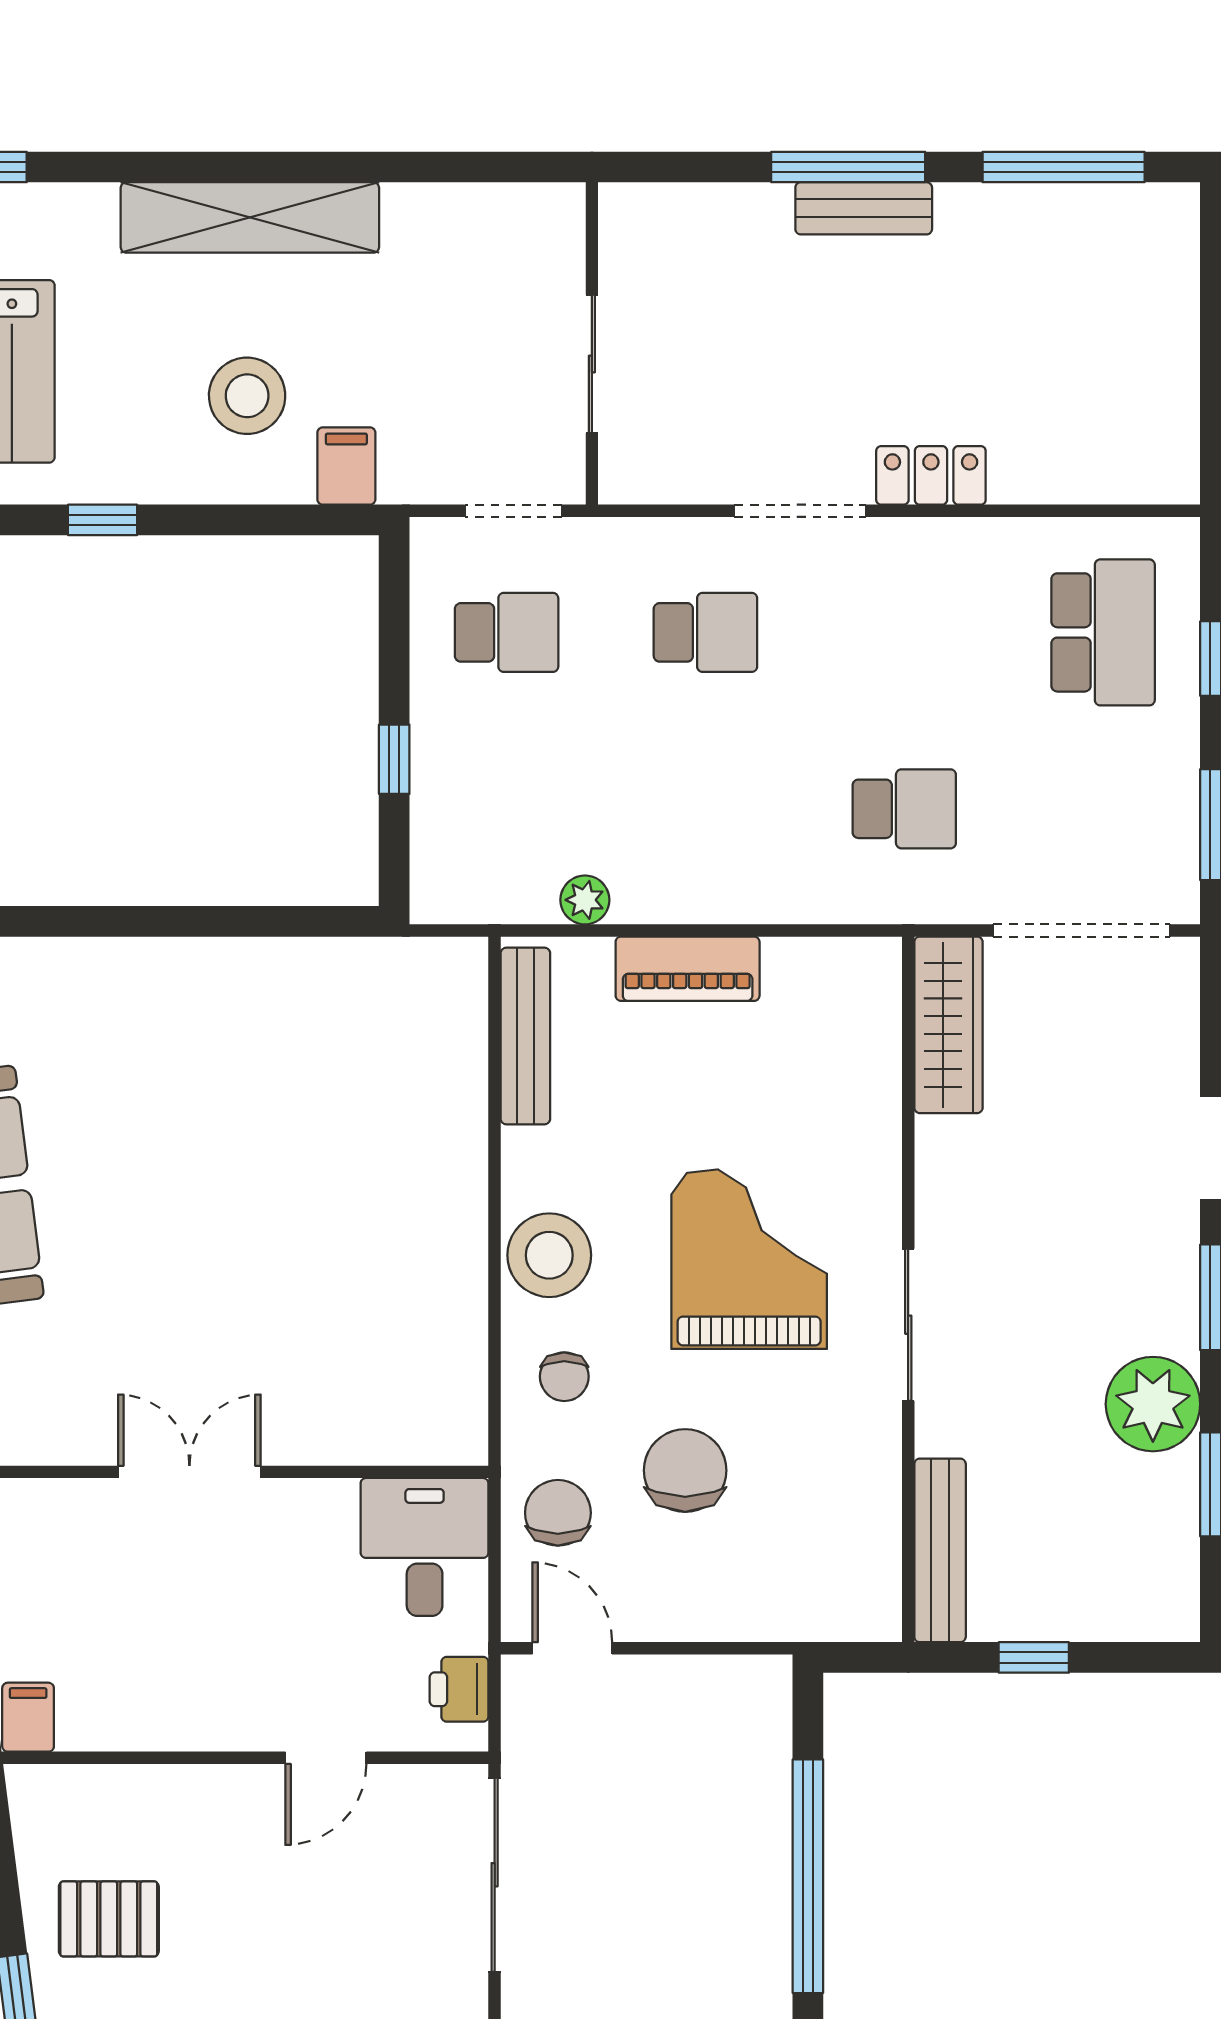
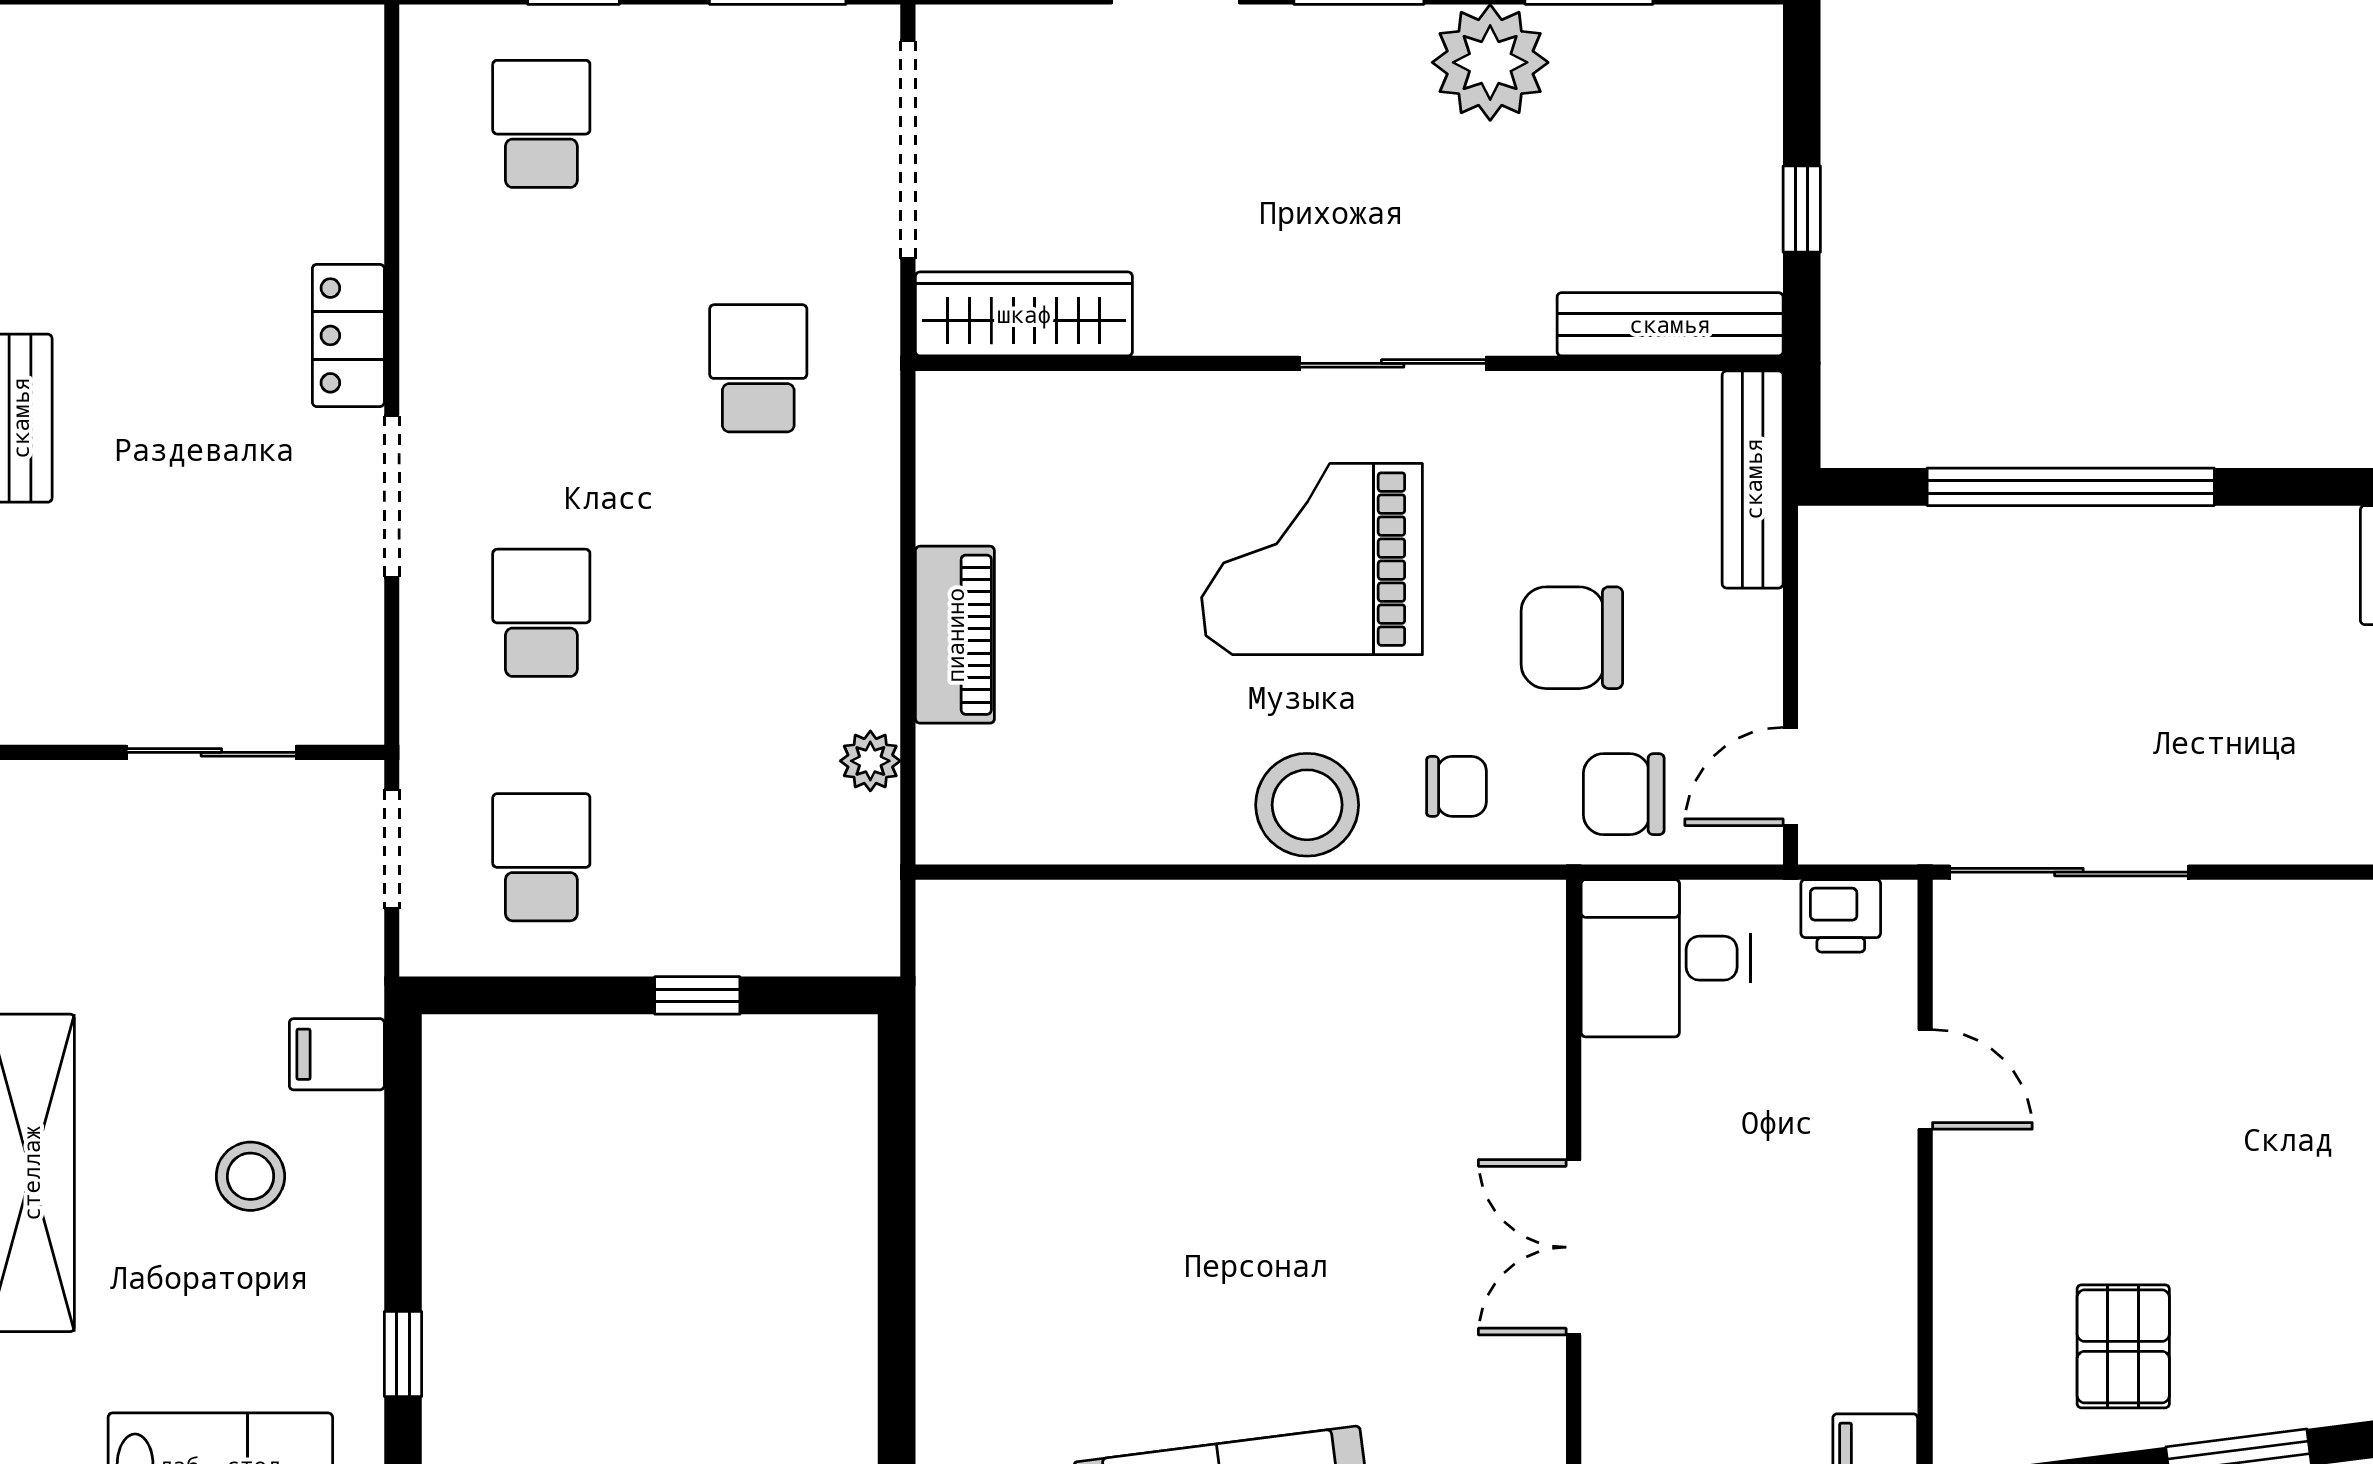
stool: (247, 396) -> (250, 1176), width x0.73, depth x0.73
school desk: (1103, 632) -> (541, 124), width x0.54
bench: (525, 1036) -> (1753, 479), moved, turned 90

